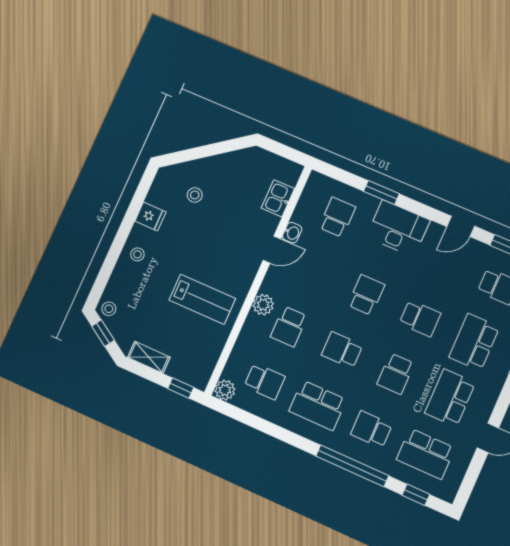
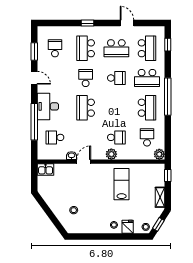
window: (381, 193) -> (34, 122), width x2.11
kitchen sink: (278, 198) -> (46, 170), moved
fridge: (150, 217) -> (128, 227), moved
door: (272, 250) -> (84, 162), hinge flipped
school desk: (366, 295) -> (86, 108), width x1.85
school desk: (474, 342) -> (86, 48), turned 90
school desk: (342, 350) -> (116, 108), removed
school desk: (371, 429) -> (147, 78), width x1.85
window: (352, 466) -> (168, 97), moved

